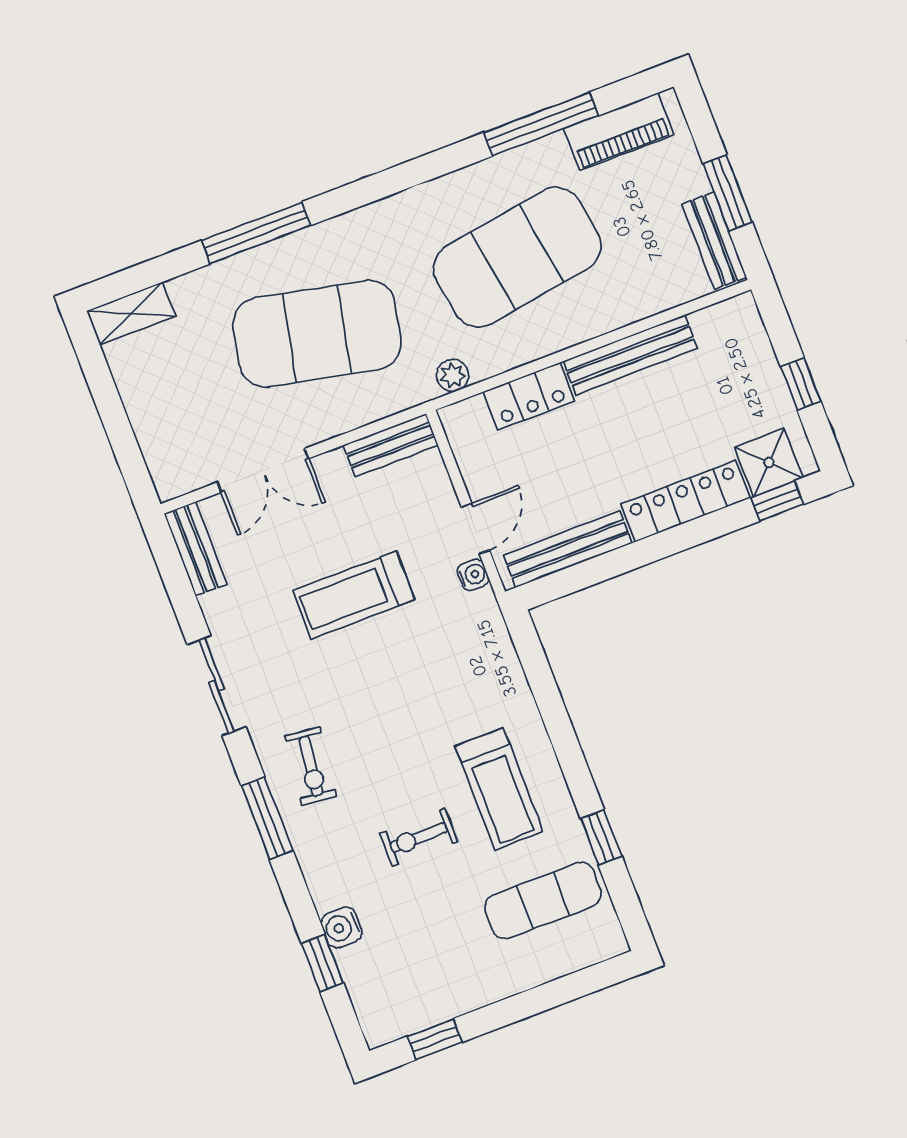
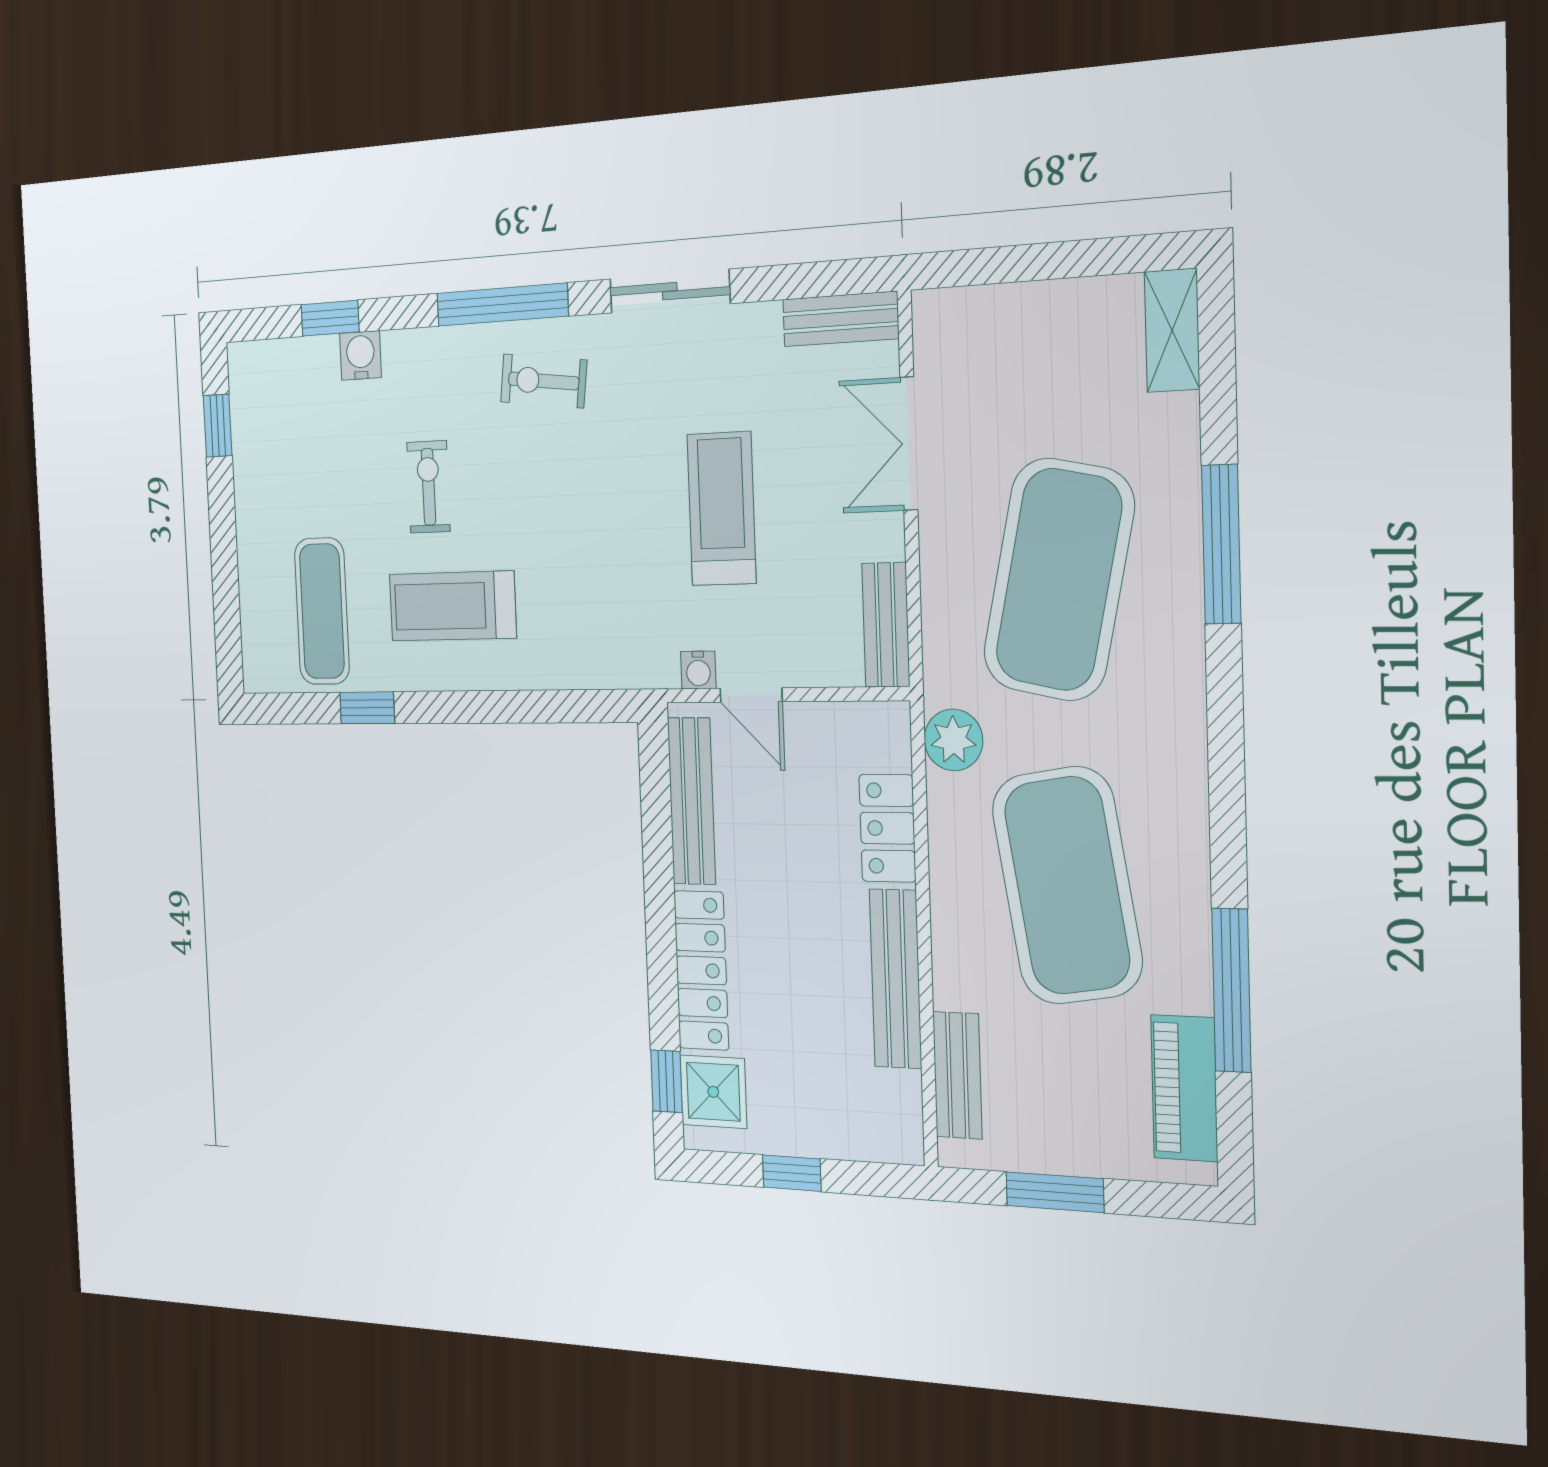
bench: (714, 241) -> (957, 1075), moved, turned 90
plant: (453, 375) -> (953, 740), width x1.38, depth x1.38
window: (267, 818) -> (502, 305), width x1.44

